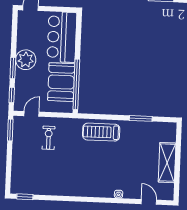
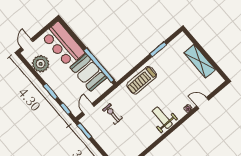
plant: (26, 60) -> (41, 64), moved
weight bench: (89, 181) -> (162, 118), added
door: (149, 202) -> (203, 103), moved

